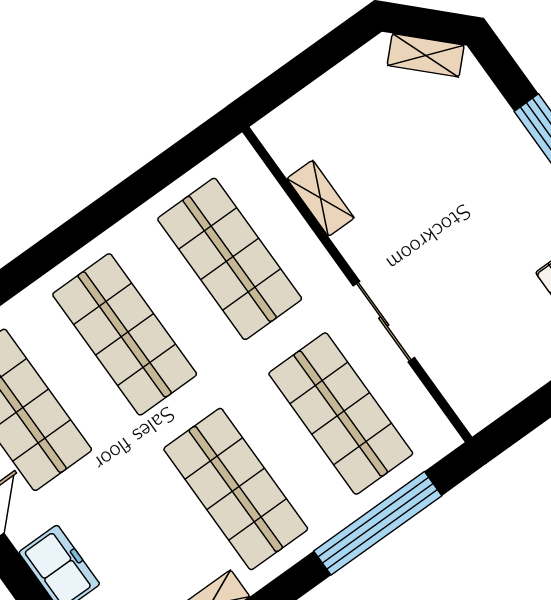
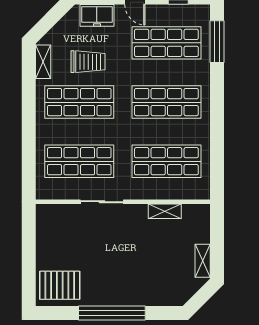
shelving: (426, 55) -> (203, 261), moved, turned -45
window: (378, 523) -> (29, 146), removed
trolley: (153, 525) -> (88, 62), added

